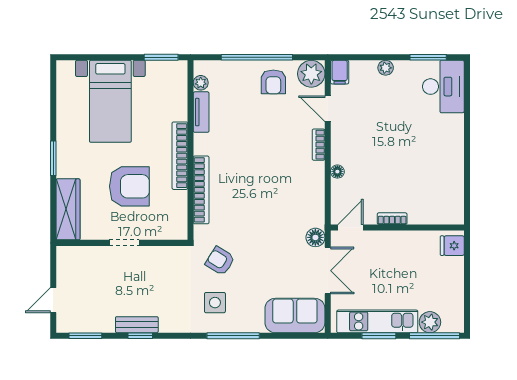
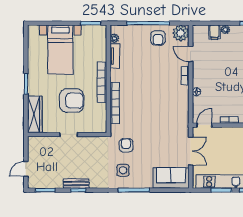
filing cabinet: (340, 72) -> (214, 32), moved
floor lamp: (315, 237) -> (183, 131), removed
armchair: (220, 261) -> (126, 145), turned 58

